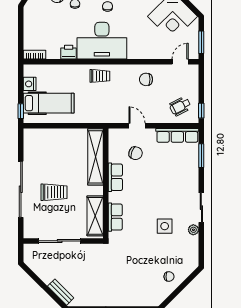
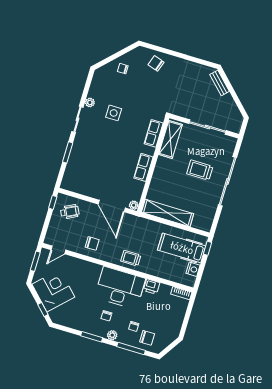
door: (137, 126) -> (112, 206), width x1.88
plant: (114, 134) -> (134, 205), added
row of seats: (177, 135) -> (80, 187), removed
chair: (136, 153) -> (156, 63), moved
window: (201, 156) -> (68, 152), moved
shelving: (95, 157) -> (168, 213), moved, turned 90

